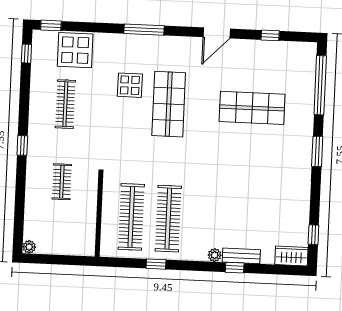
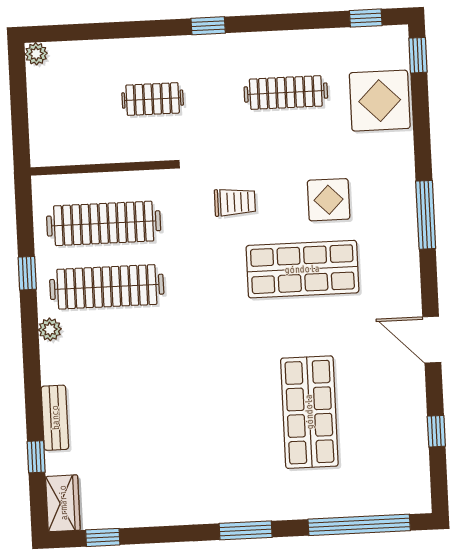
trolley: (126, 140) -> (235, 202), added
plant: (215, 255) -> (50, 329), moved
window: (235, 268) -> (36, 457), moved

